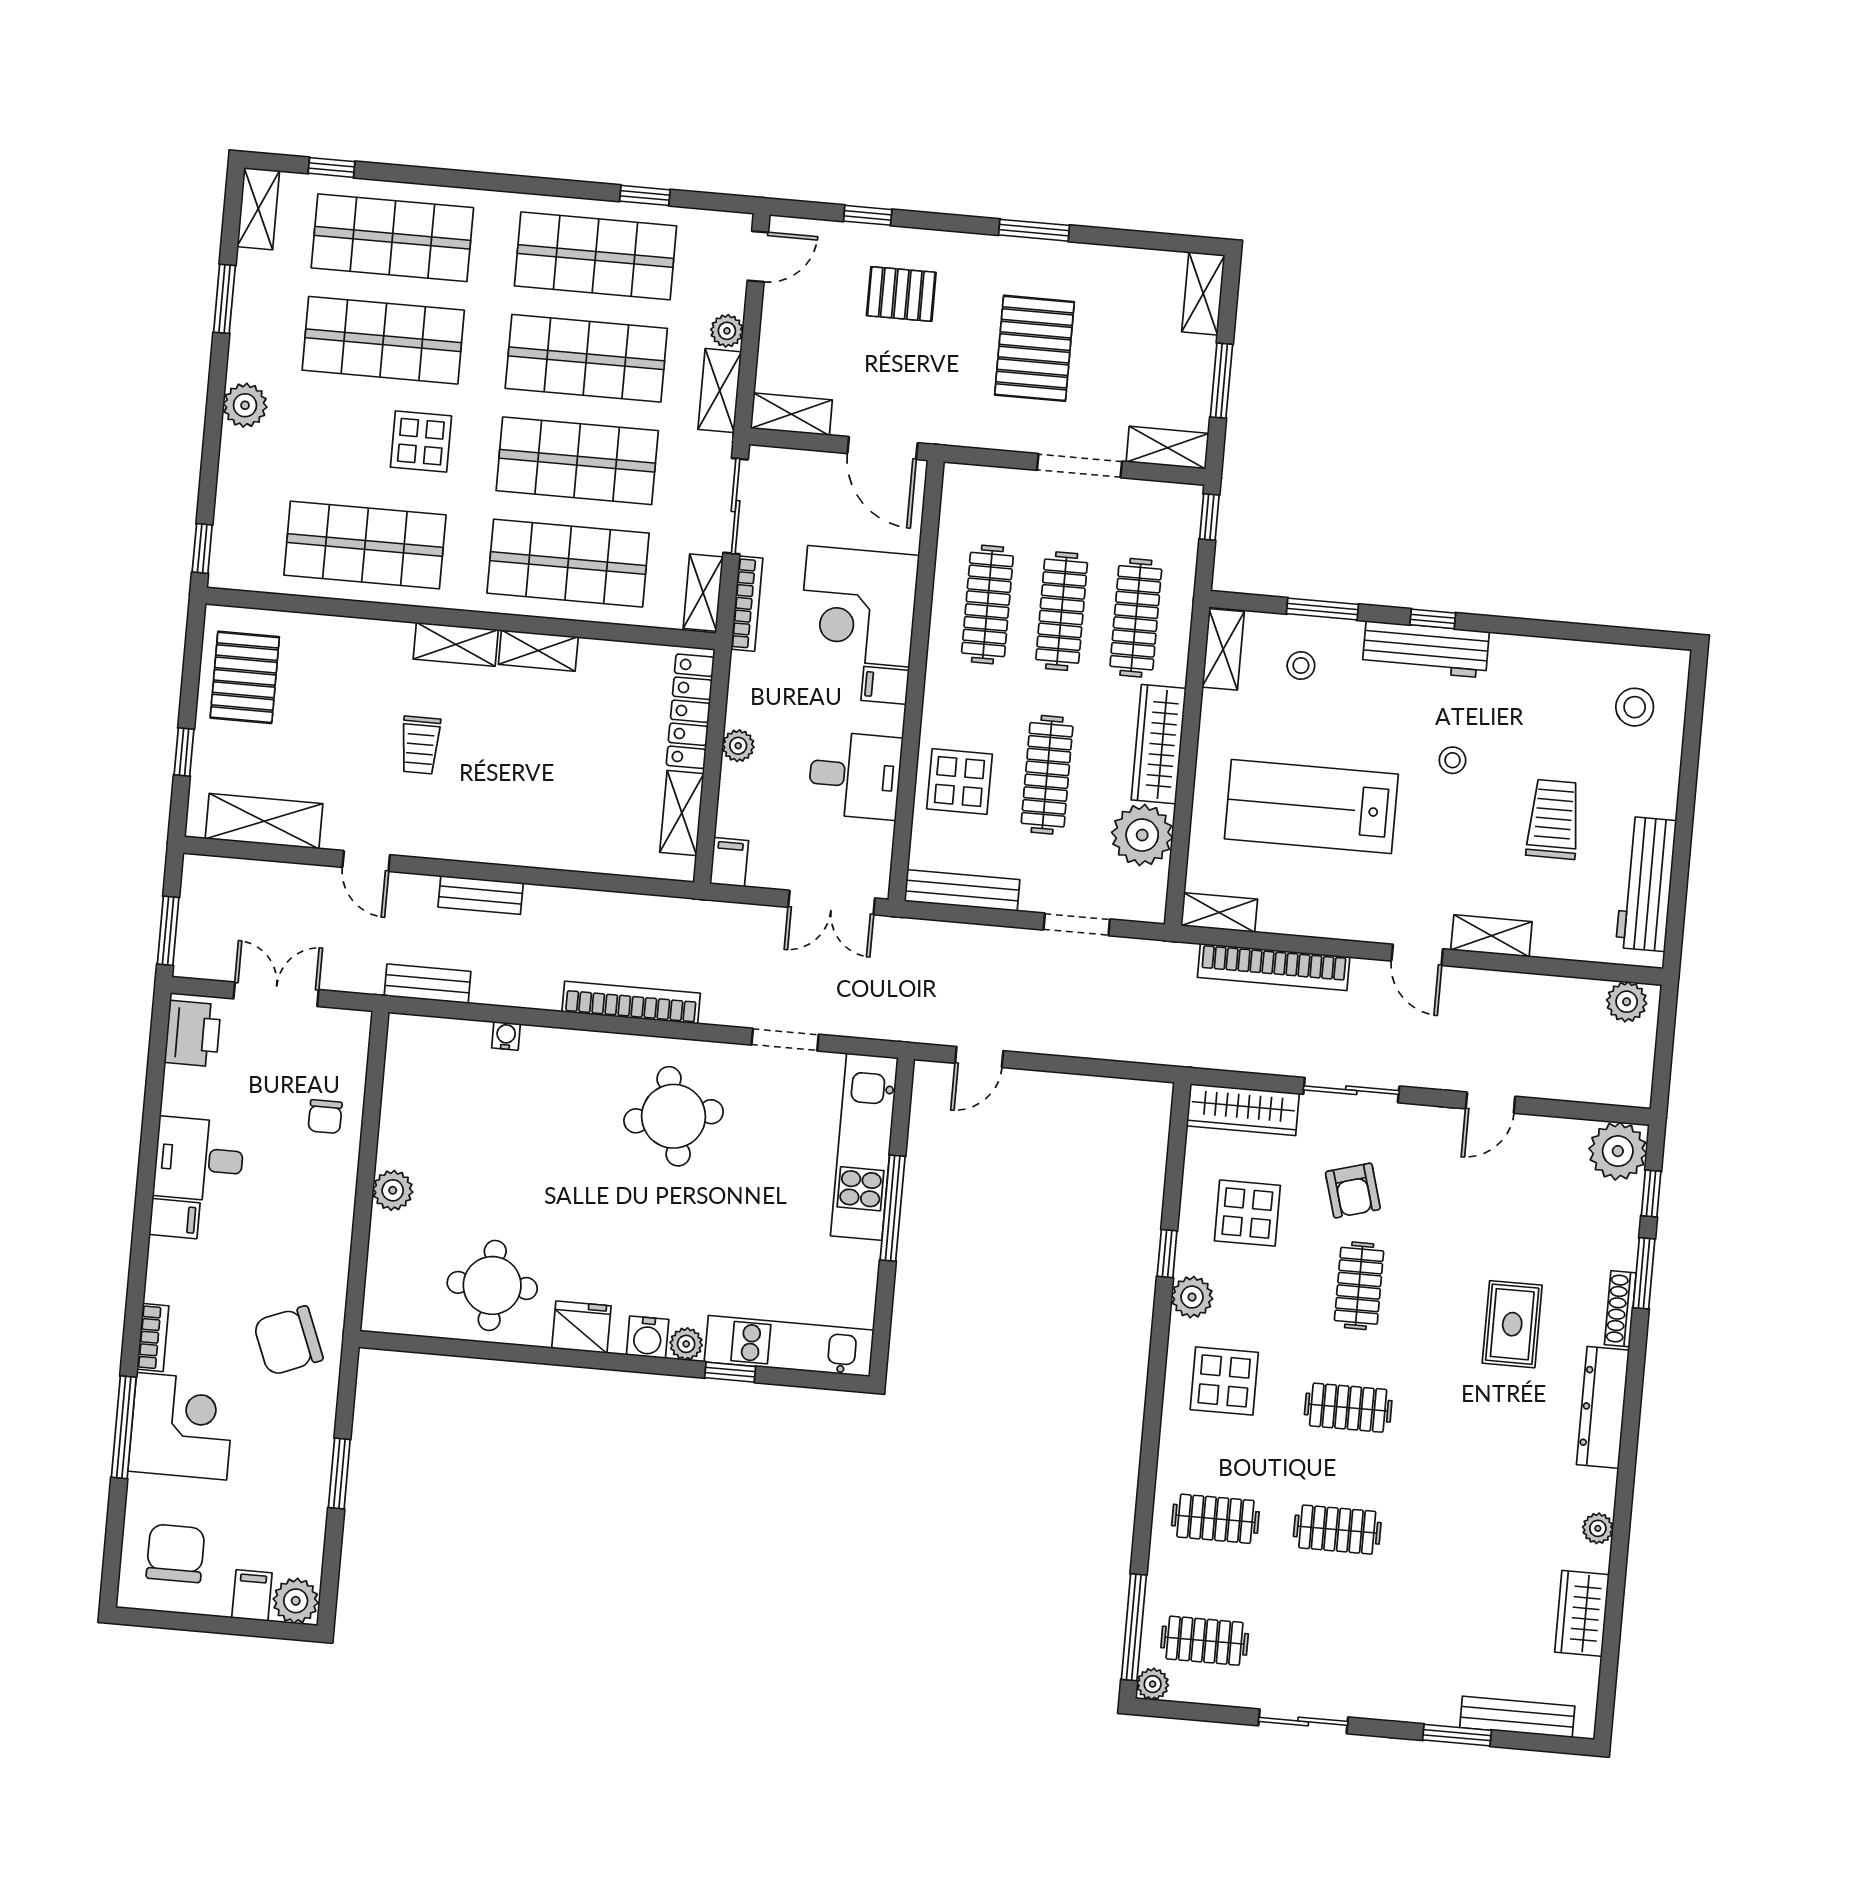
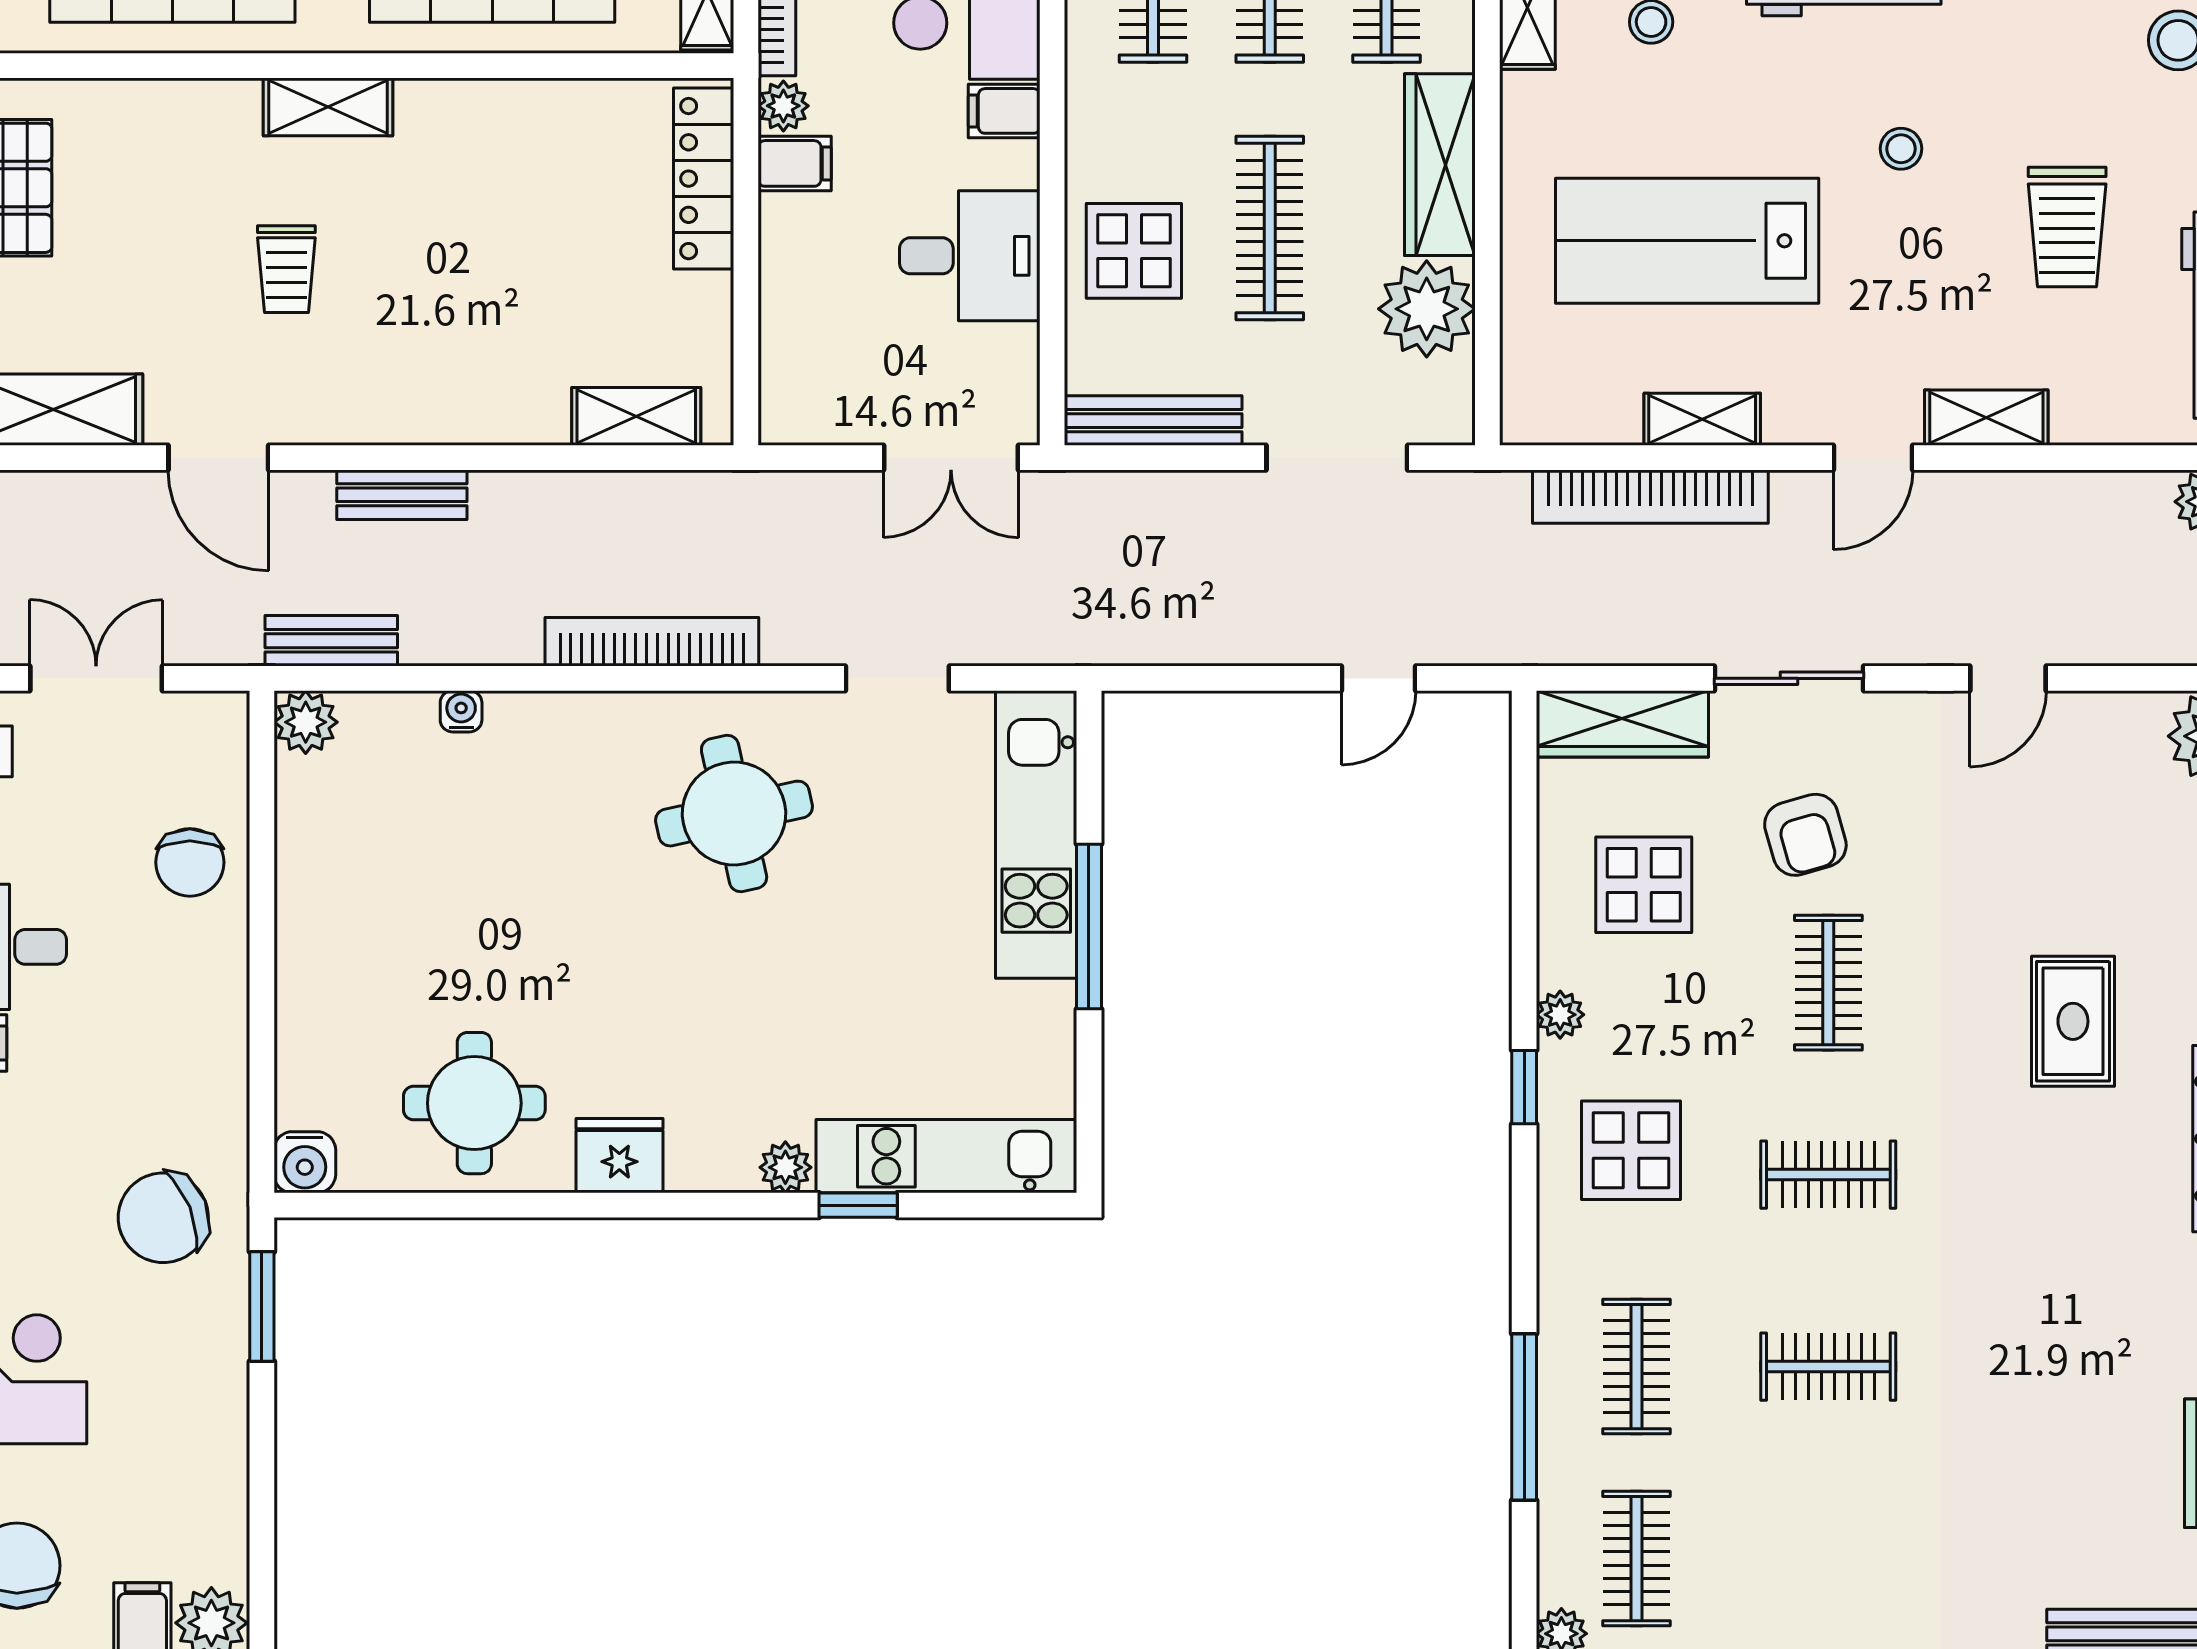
shelving: (538, 651) -> (458, 105), removed
plant: (738, 746) -> (783, 106), moved
shelving: (682, 813) -> (636, 416), moved, turned 90
trolley: (1554, 819) -> (2067, 227), turned 180
door: (366, 861) -> (218, 458), width x1.37
filing cabinet: (729, 862) -> (795, 163), moved, turned 90
shelving: (1219, 913) -> (1702, 419), moved
doorway: (1077, 924) -> (1337, 458), width x1.38
door: (1417, 955) -> (1873, 458), hinge flipped
door: (979, 1057) -> (1378, 678), moved
chair: (325, 1117) -> (190, 862), width x1.37, depth x1.37
plant: (393, 1190) -> (306, 722), moved
window: (1167, 1254) -> (1524, 1087), moved
plant: (1192, 1297) -> (1560, 1015), width x0.73, depth x0.73
water cooler: (648, 1337) -> (305, 1162), moved
window: (339, 1473) -> (262, 1306), moved
clothes rail: (1215, 1519) -> (1636, 1367), turned 90
window: (1134, 1627) -> (1524, 1417), moved
clothes rail: (1205, 1641) -> (1636, 1559), turned 90

